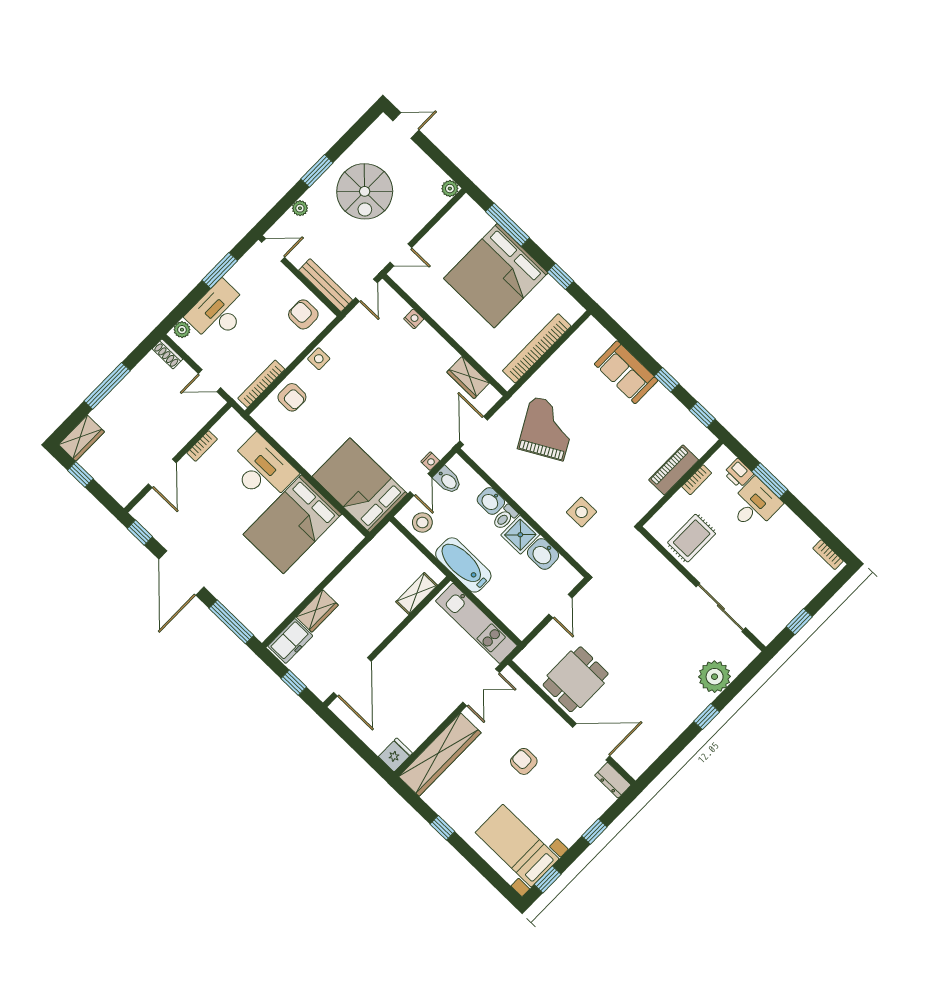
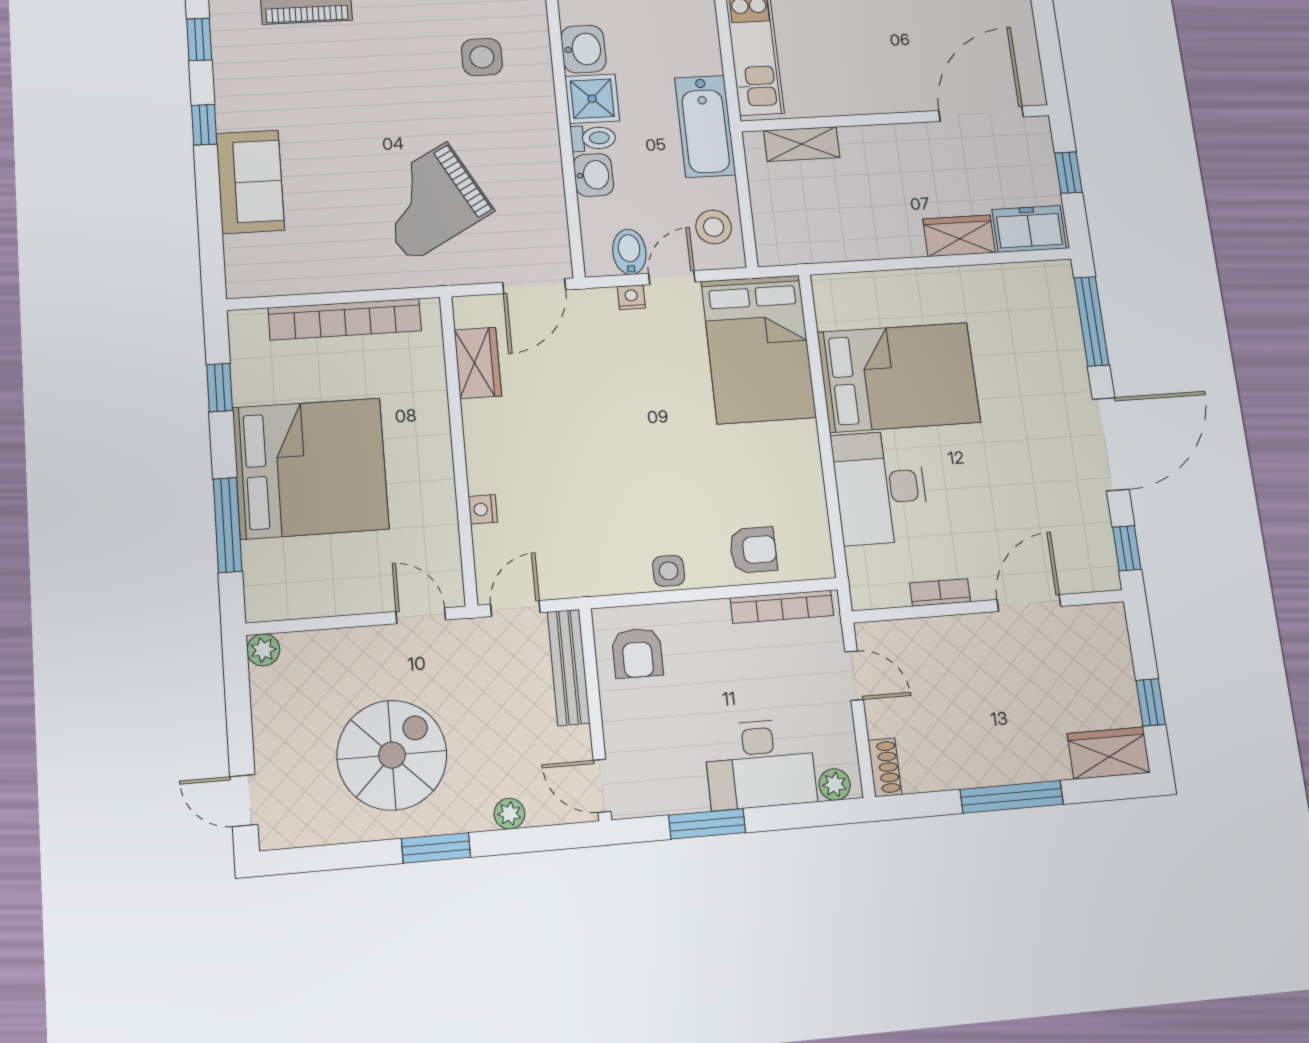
armchair: (292, 397) -> (753, 550), turned 90

